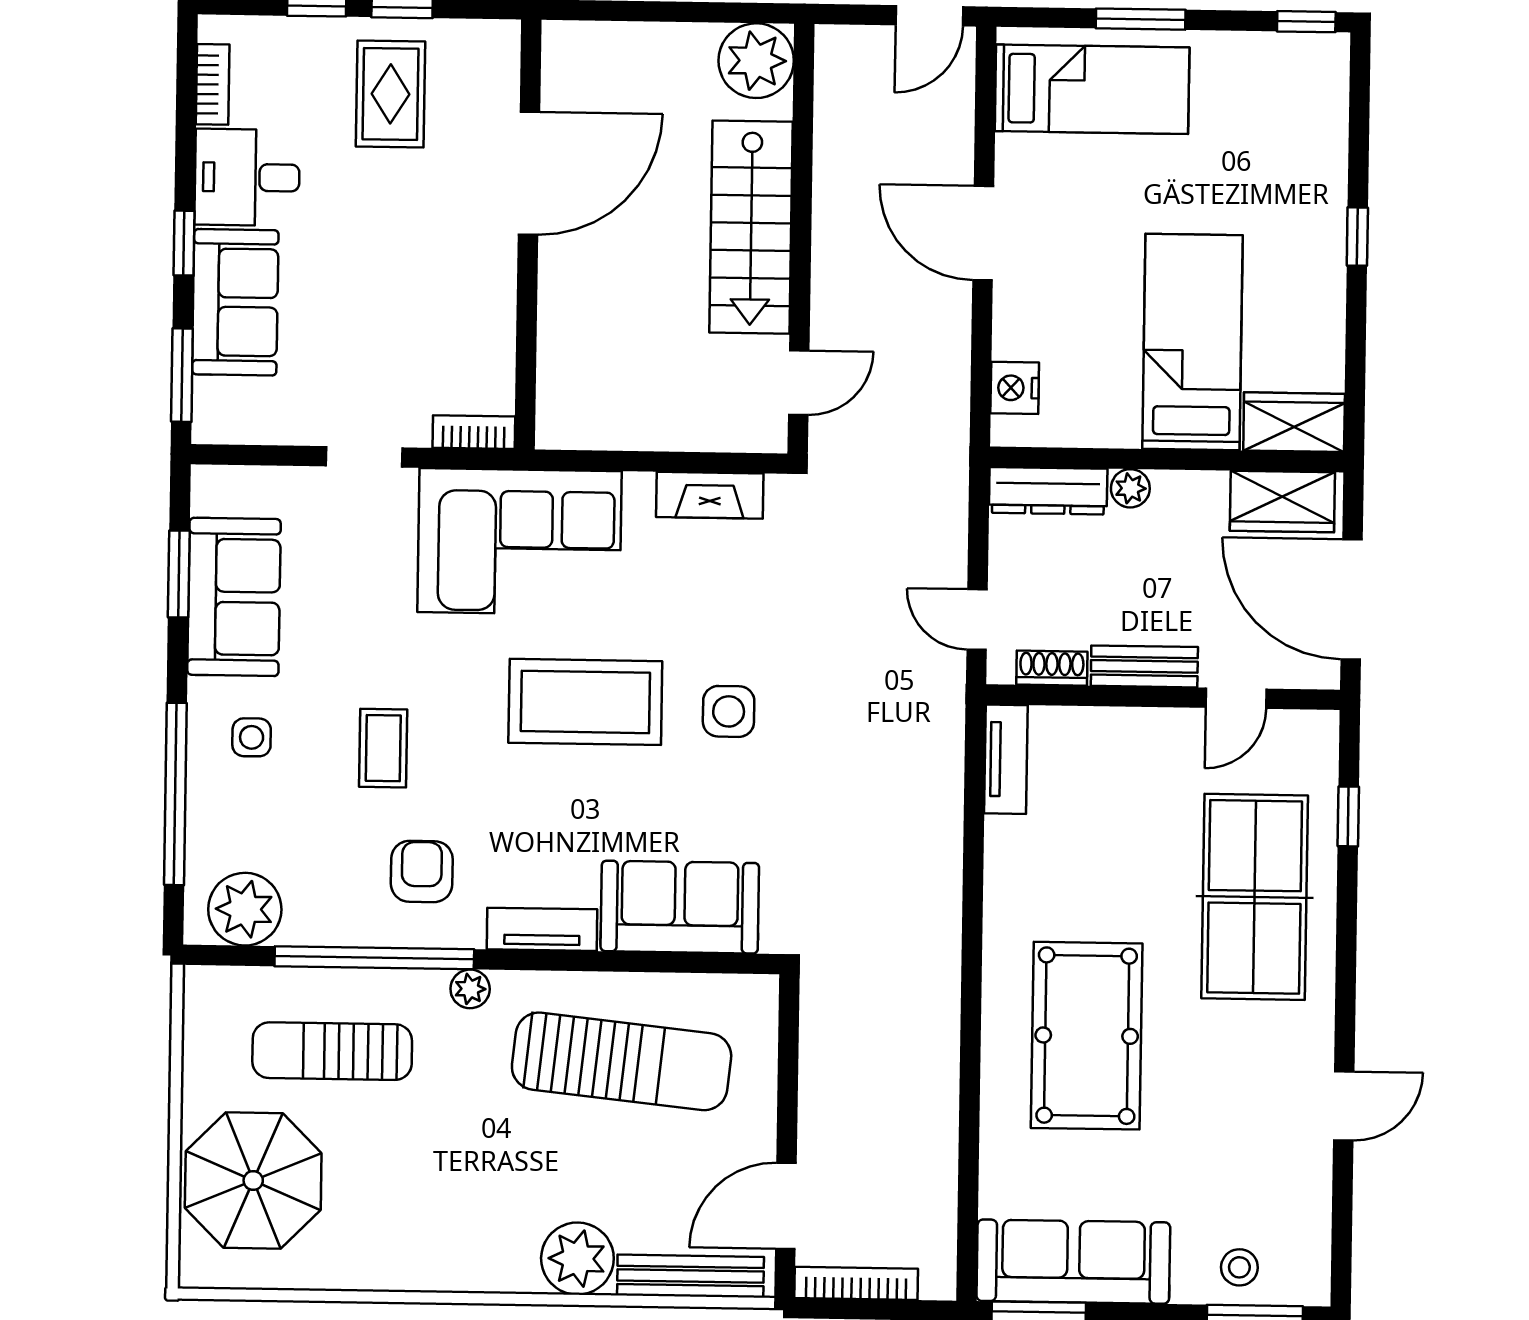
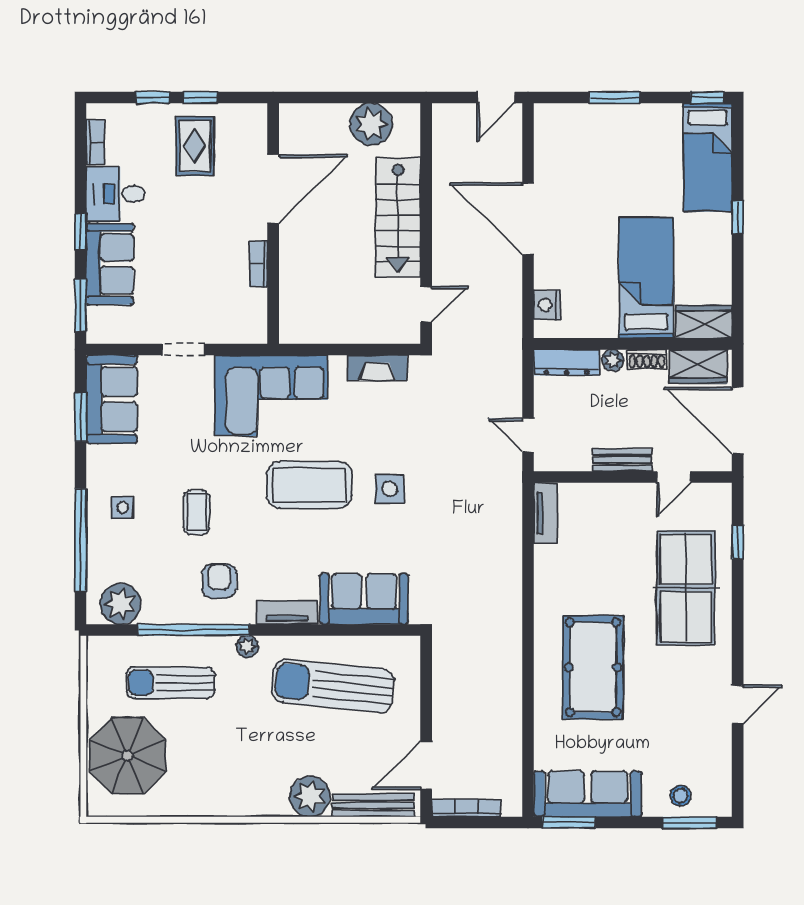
plant: (756, 61) -> (371, 124), moved
bed: (1092, 89) -> (708, 157), moved, turned 90
door: (983, 233) -> (528, 219), width x1.36
bookcase: (474, 432) -> (258, 264), moved, turned -90
sofa: (234, 597) -> (112, 399), moved
shoe rack: (1052, 668) -> (647, 359), moved, turned 180
sun lounger: (622, 1061) -> (333, 686), turned 180

